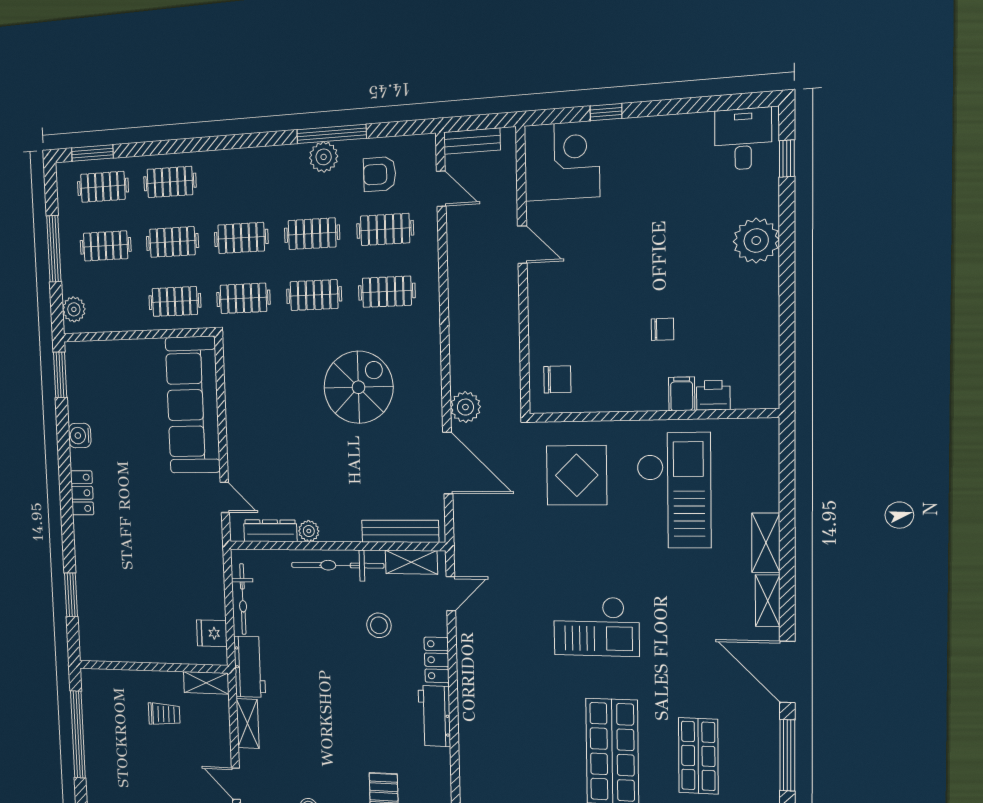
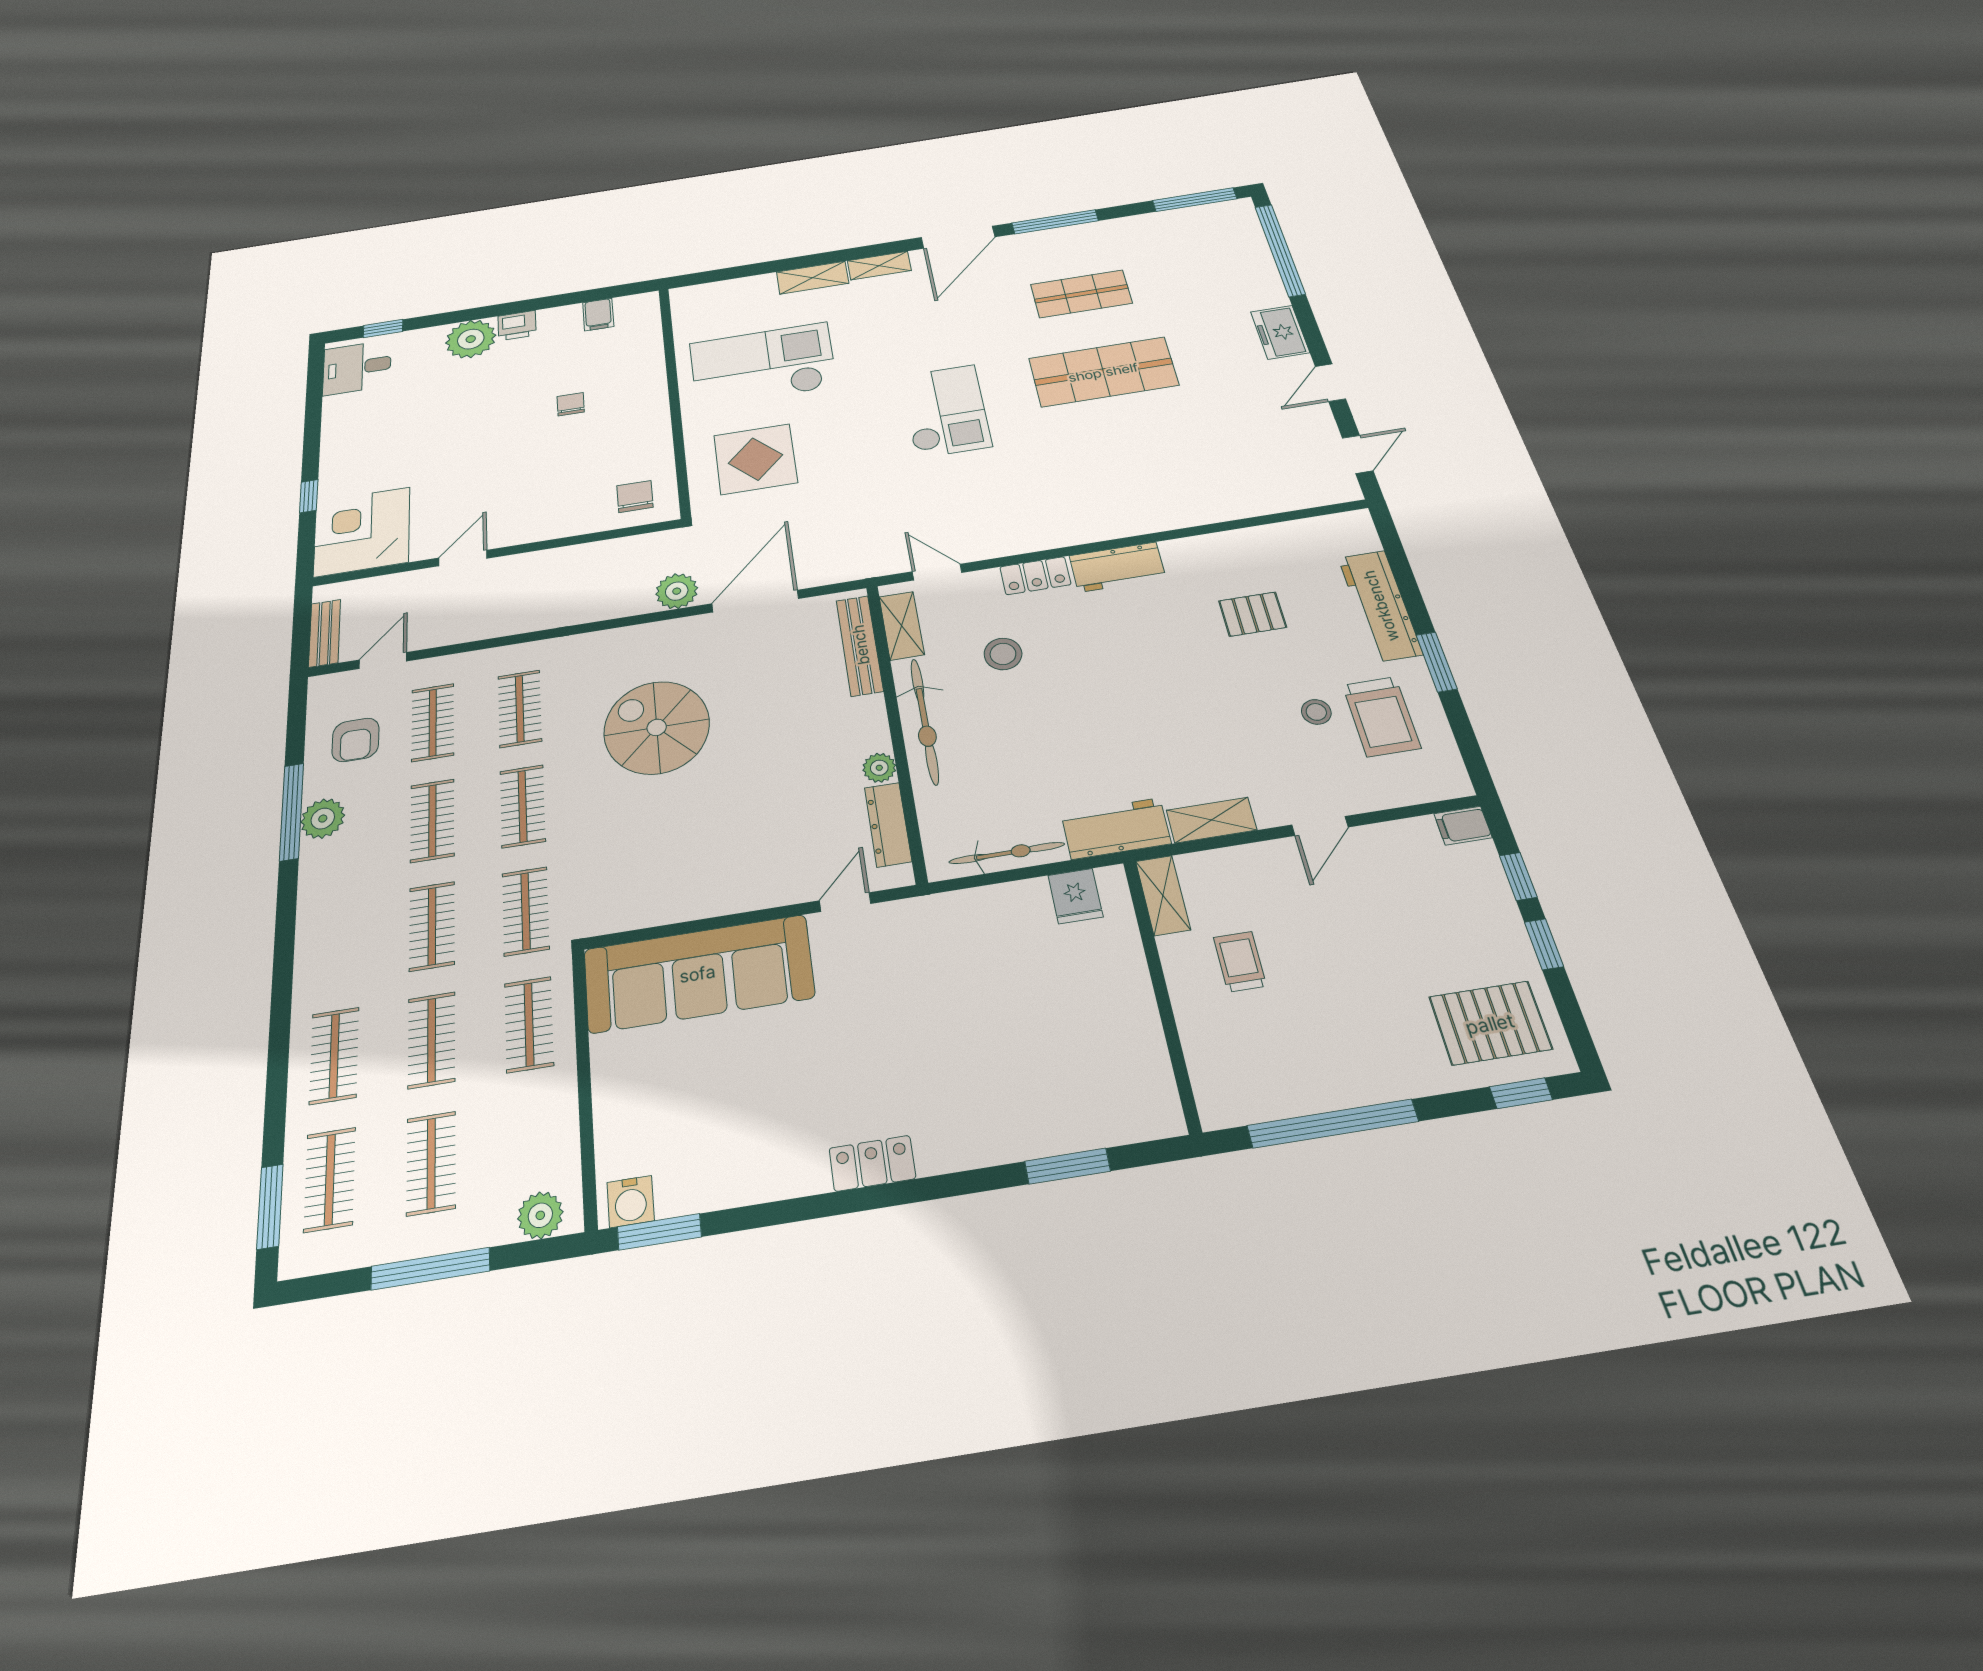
filing cabinet: (682, 394) -> (598, 315), moved, turned -90
printer: (713, 395) -> (517, 326), moved, turned -90
water cooler: (80, 436) -> (631, 1201), moved

